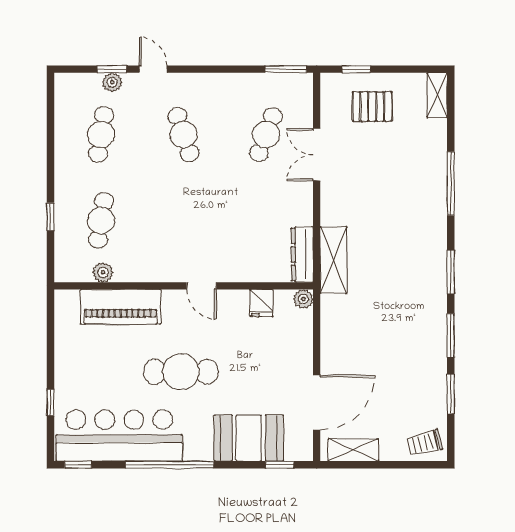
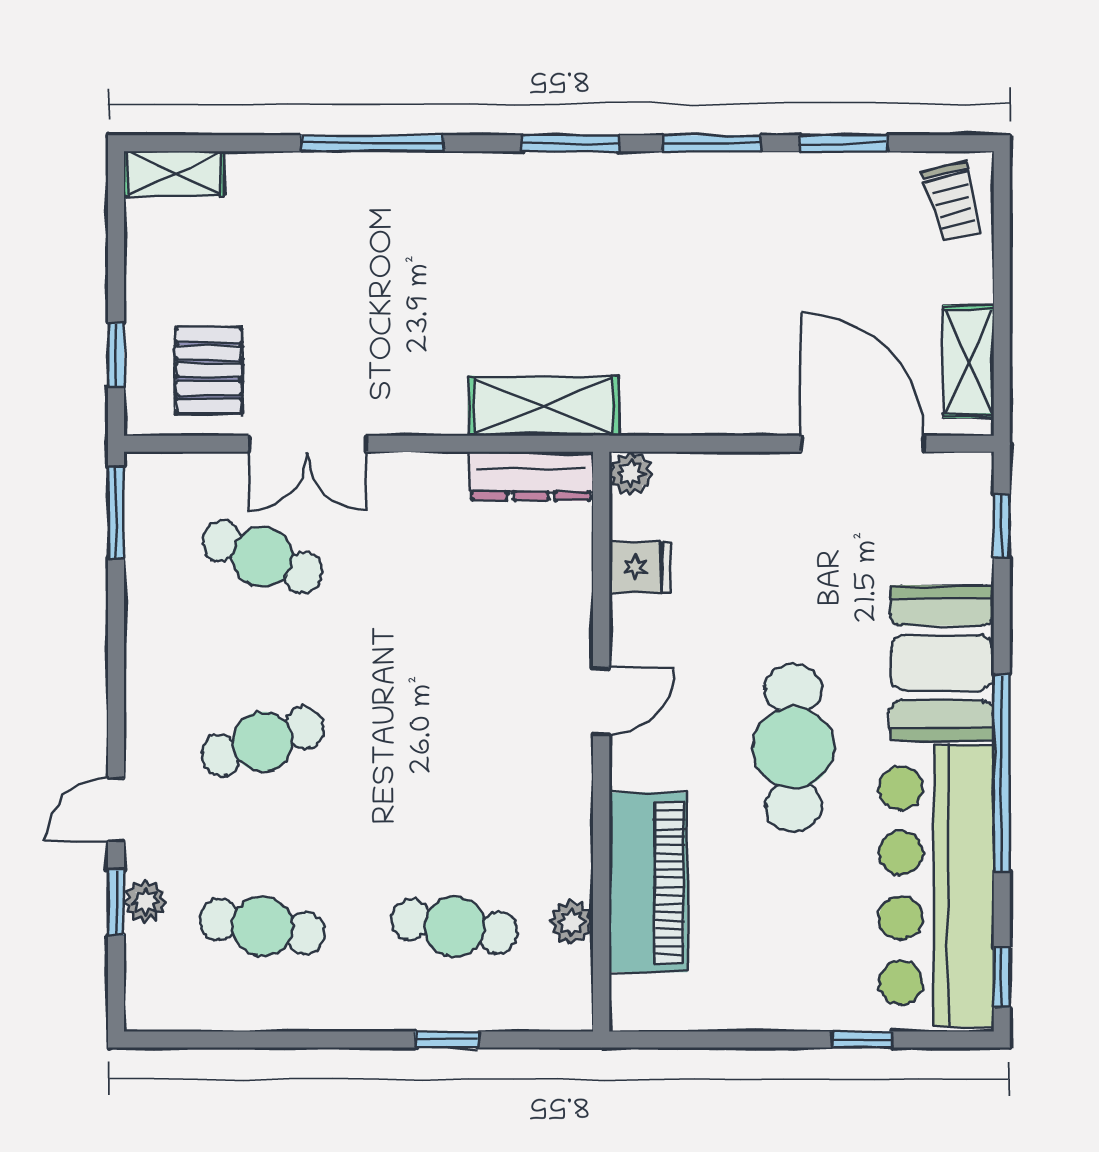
pallet: (372, 106) -> (209, 370), moved
booth: (249, 438) -> (942, 663), moved

